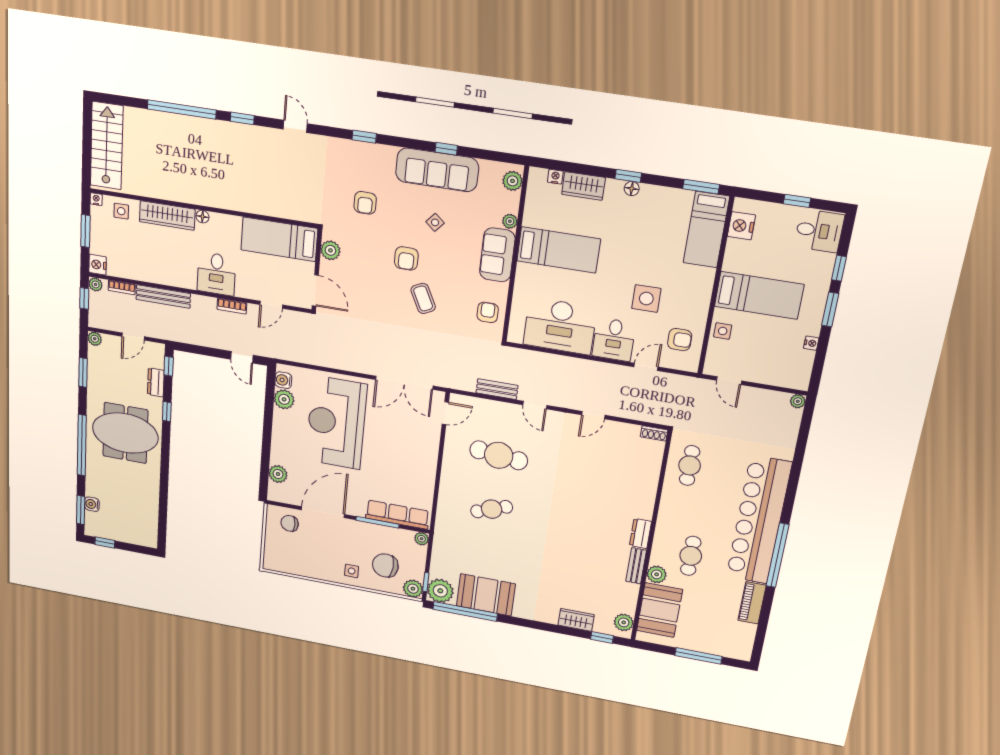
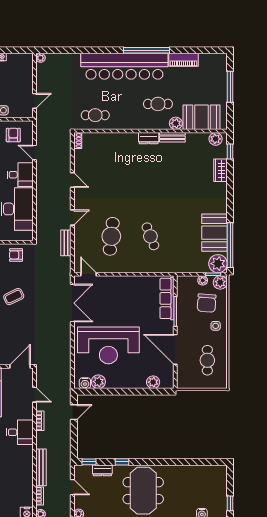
chair: (290, 523) -> (188, 372), removed
plant: (422, 539) -> (203, 280), moved
cafe table: (304, 551) -> (207, 360), added

